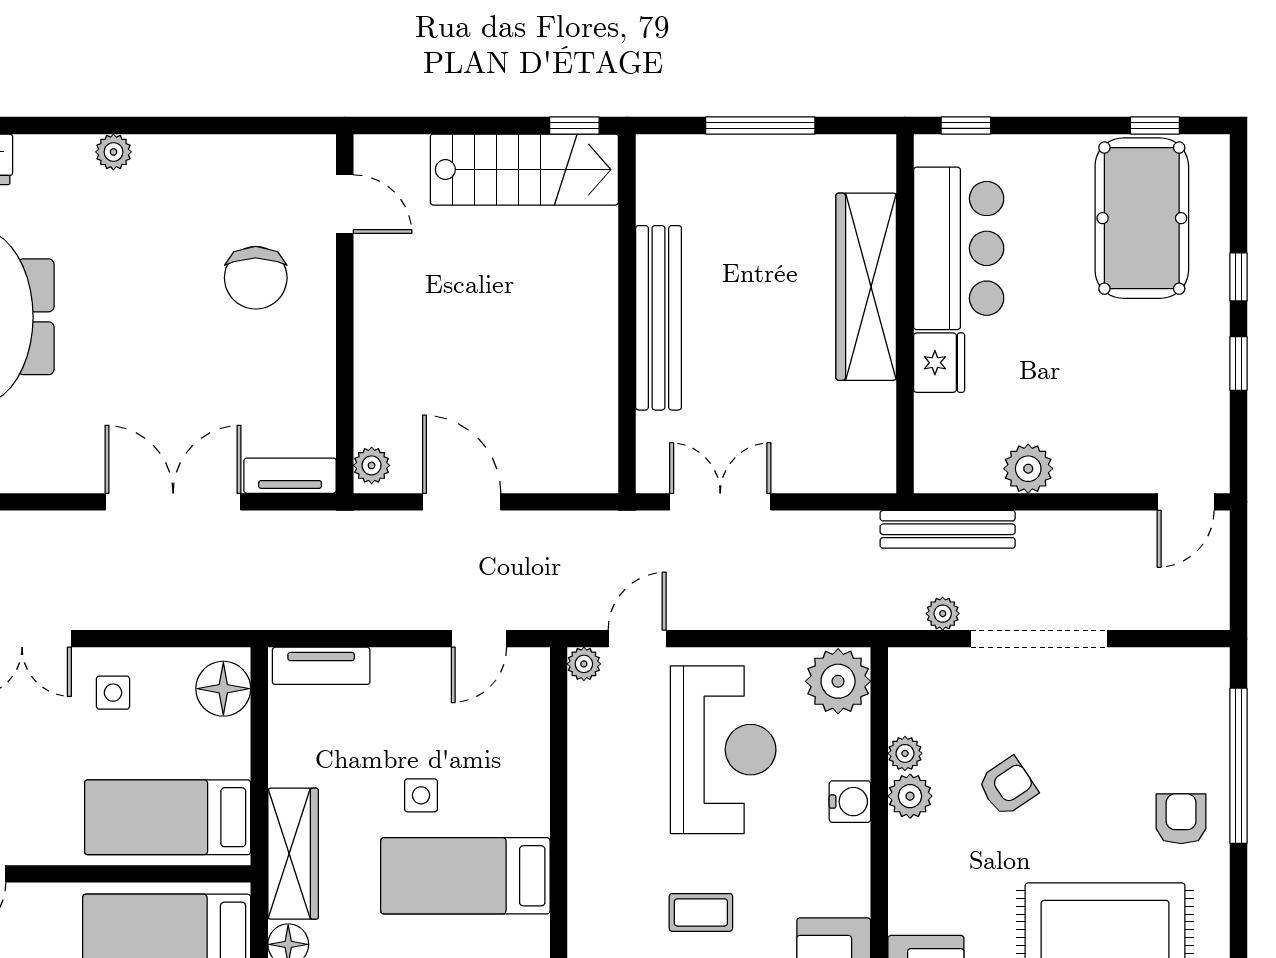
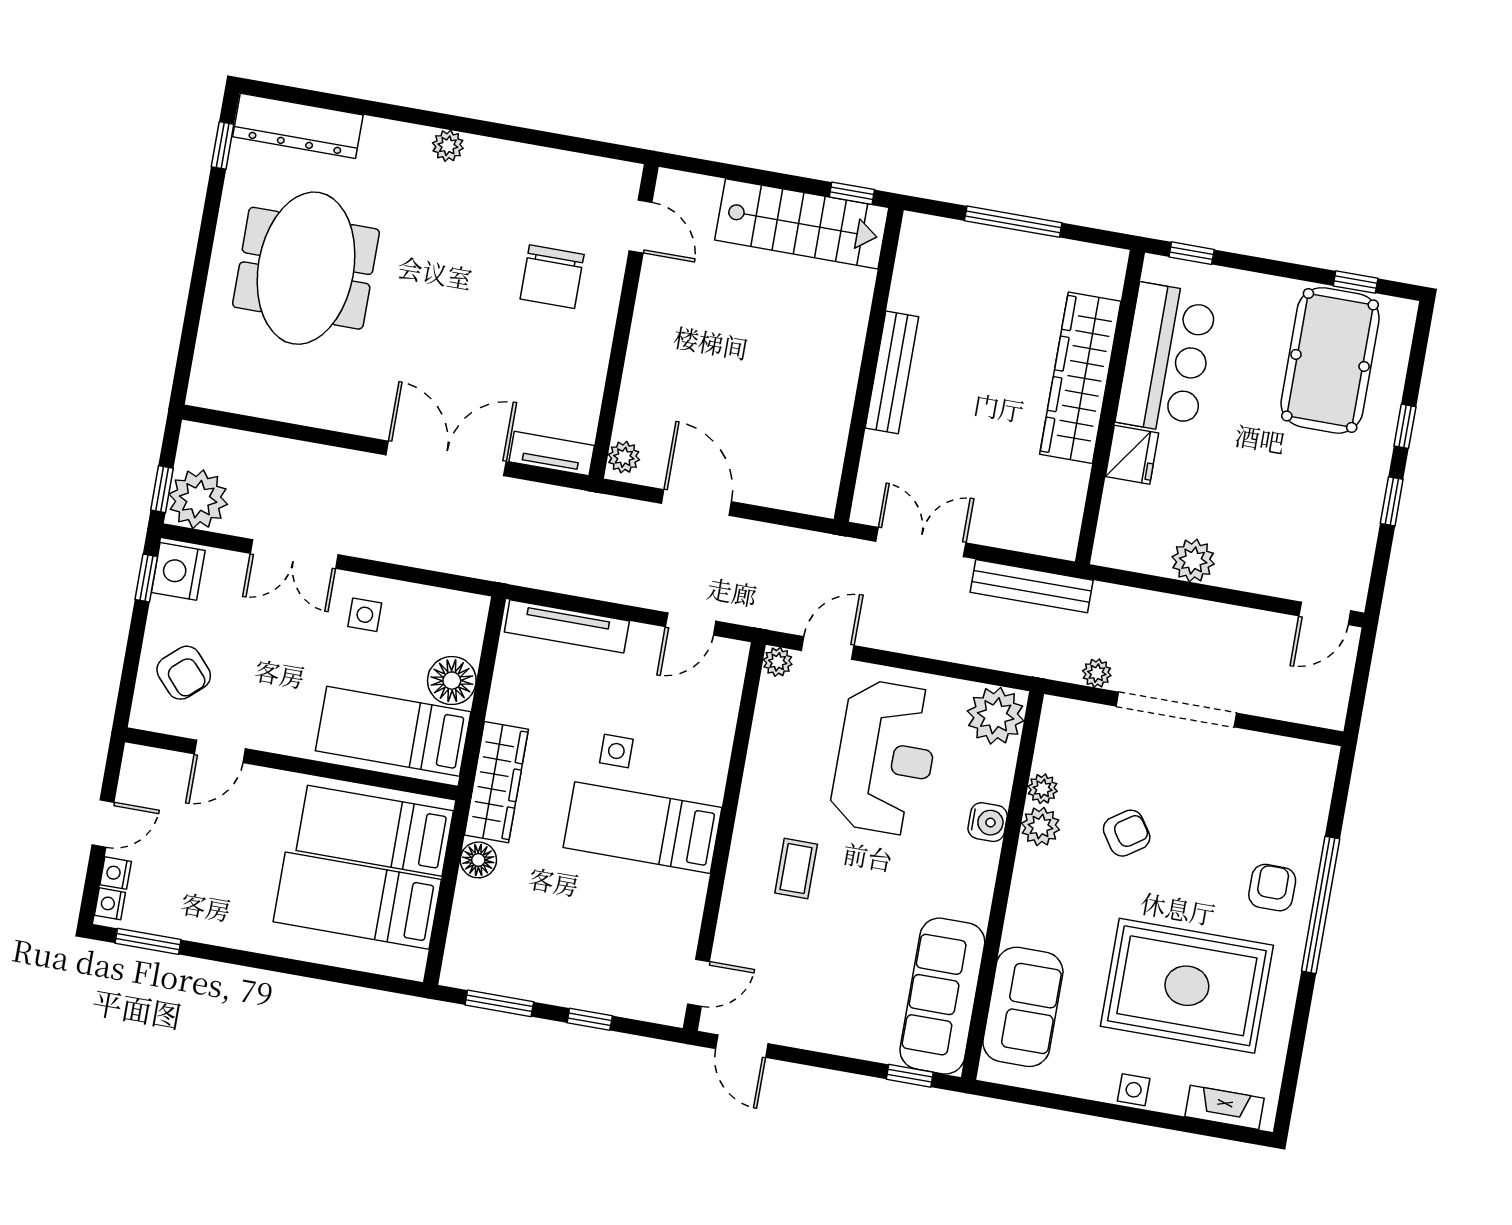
bench: (659, 318) -> (892, 372), width x0.73, depth x0.82
bench: (948, 529) -> (1032, 586), moved
tv unit: (321, 666) -> (567, 626), width x1.41
floor lamp: (223, 689) -> (452, 681), moved
window: (1239, 766) -> (1321, 905), moved
coffee table: (701, 912) -> (796, 869), moved, turned 90

